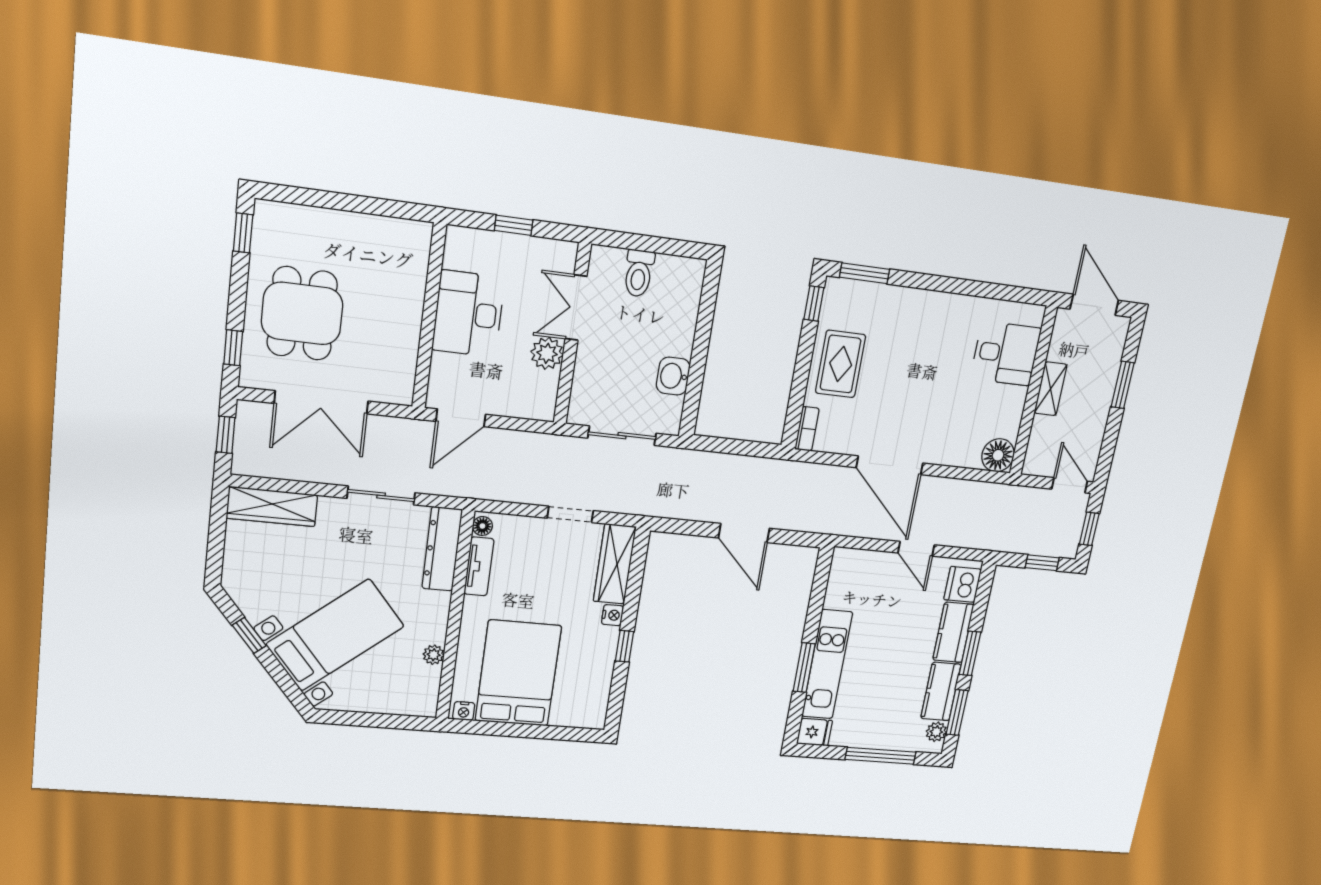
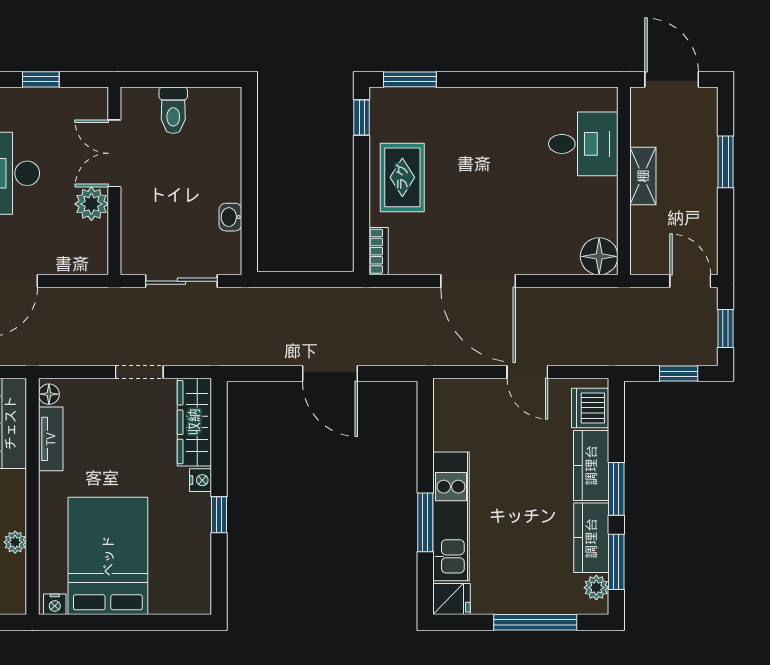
washbasin: (673, 376) -> (230, 217), width x0.72, depth x0.69

